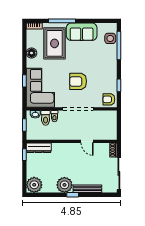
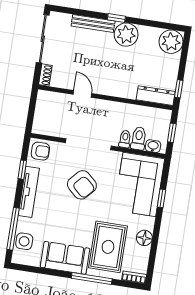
tv unit: (112, 71) -> (29, 192), added
armchair: (78, 81) -> (82, 185), turned 42

